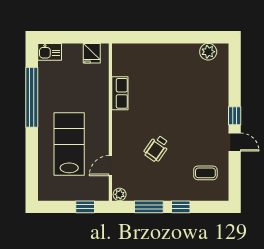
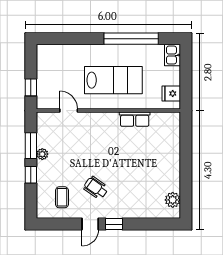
lab bench: (69, 144) -> (113, 80), moved
wheelchair: (157, 149) -> (96, 188), moved
plant: (120, 194) -> (42, 154), moved

